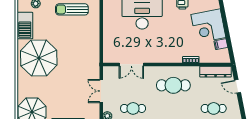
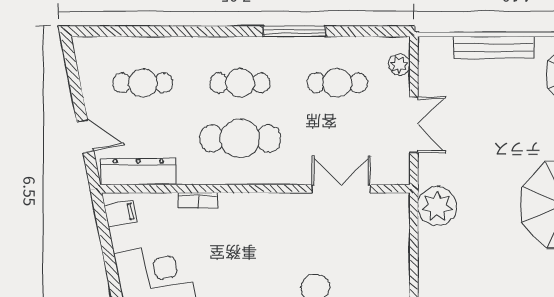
filing cabinet: (221, 44) -> (121, 213), moved
plant: (92, 57) -> (437, 206), added
cafe table: (173, 108) -> (240, 83), added

